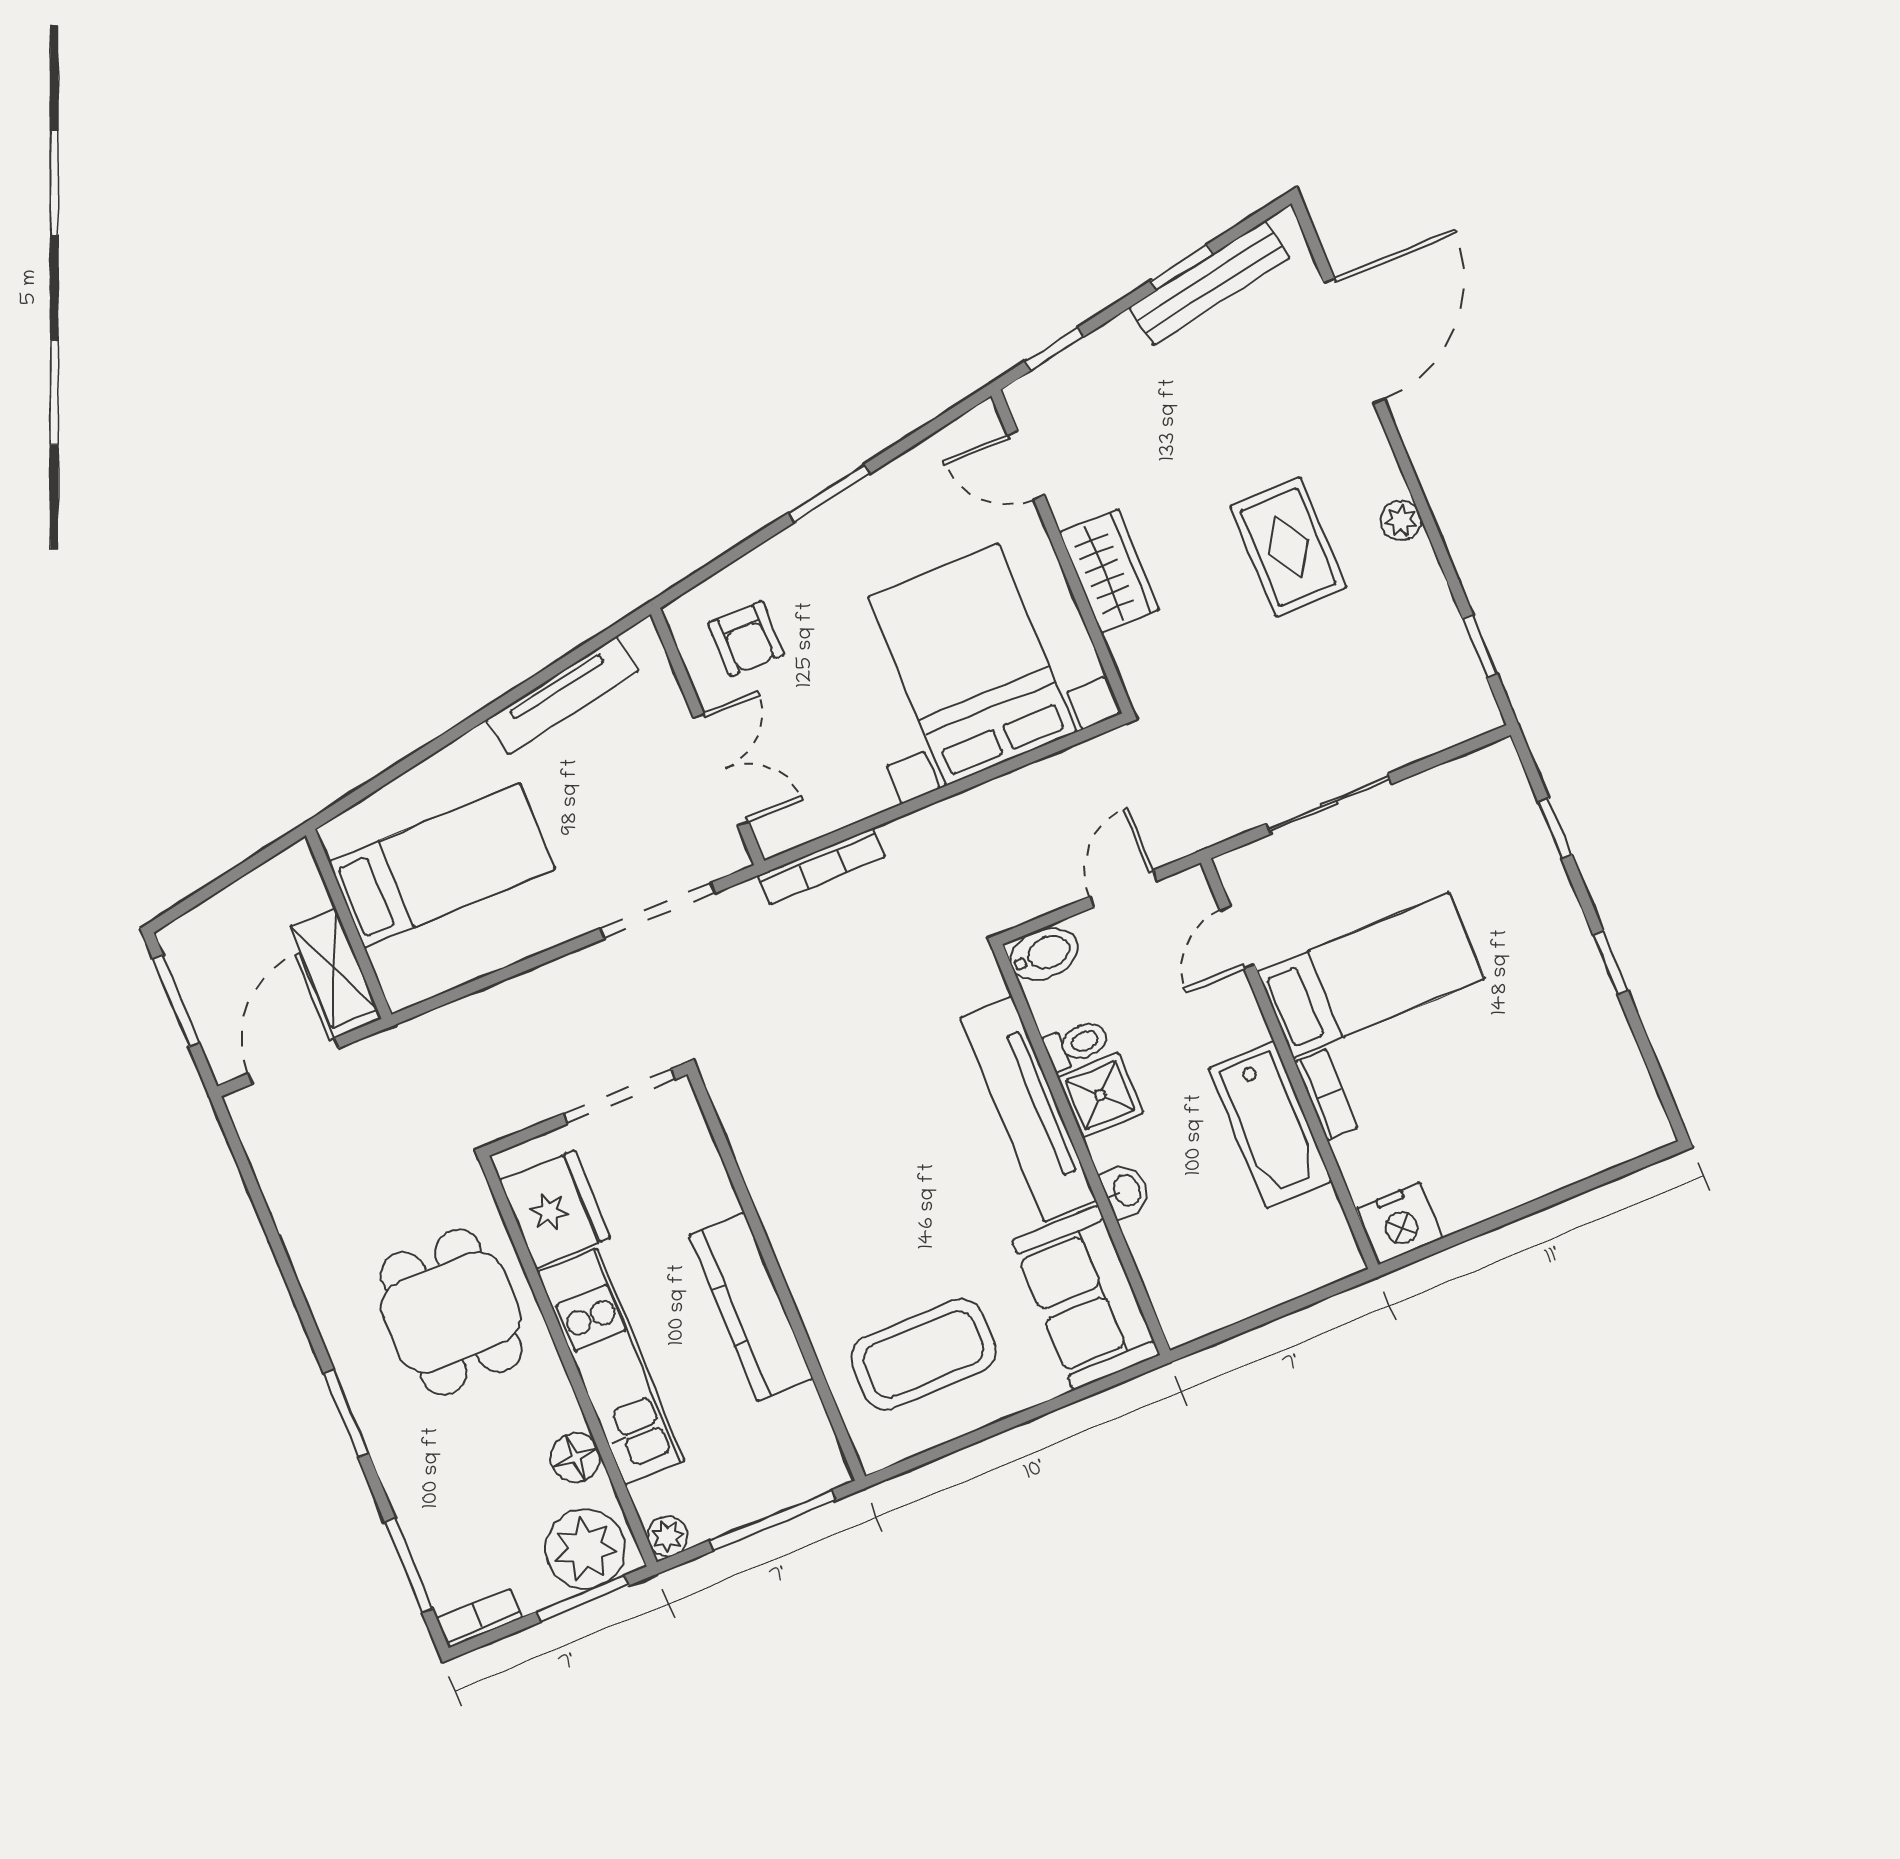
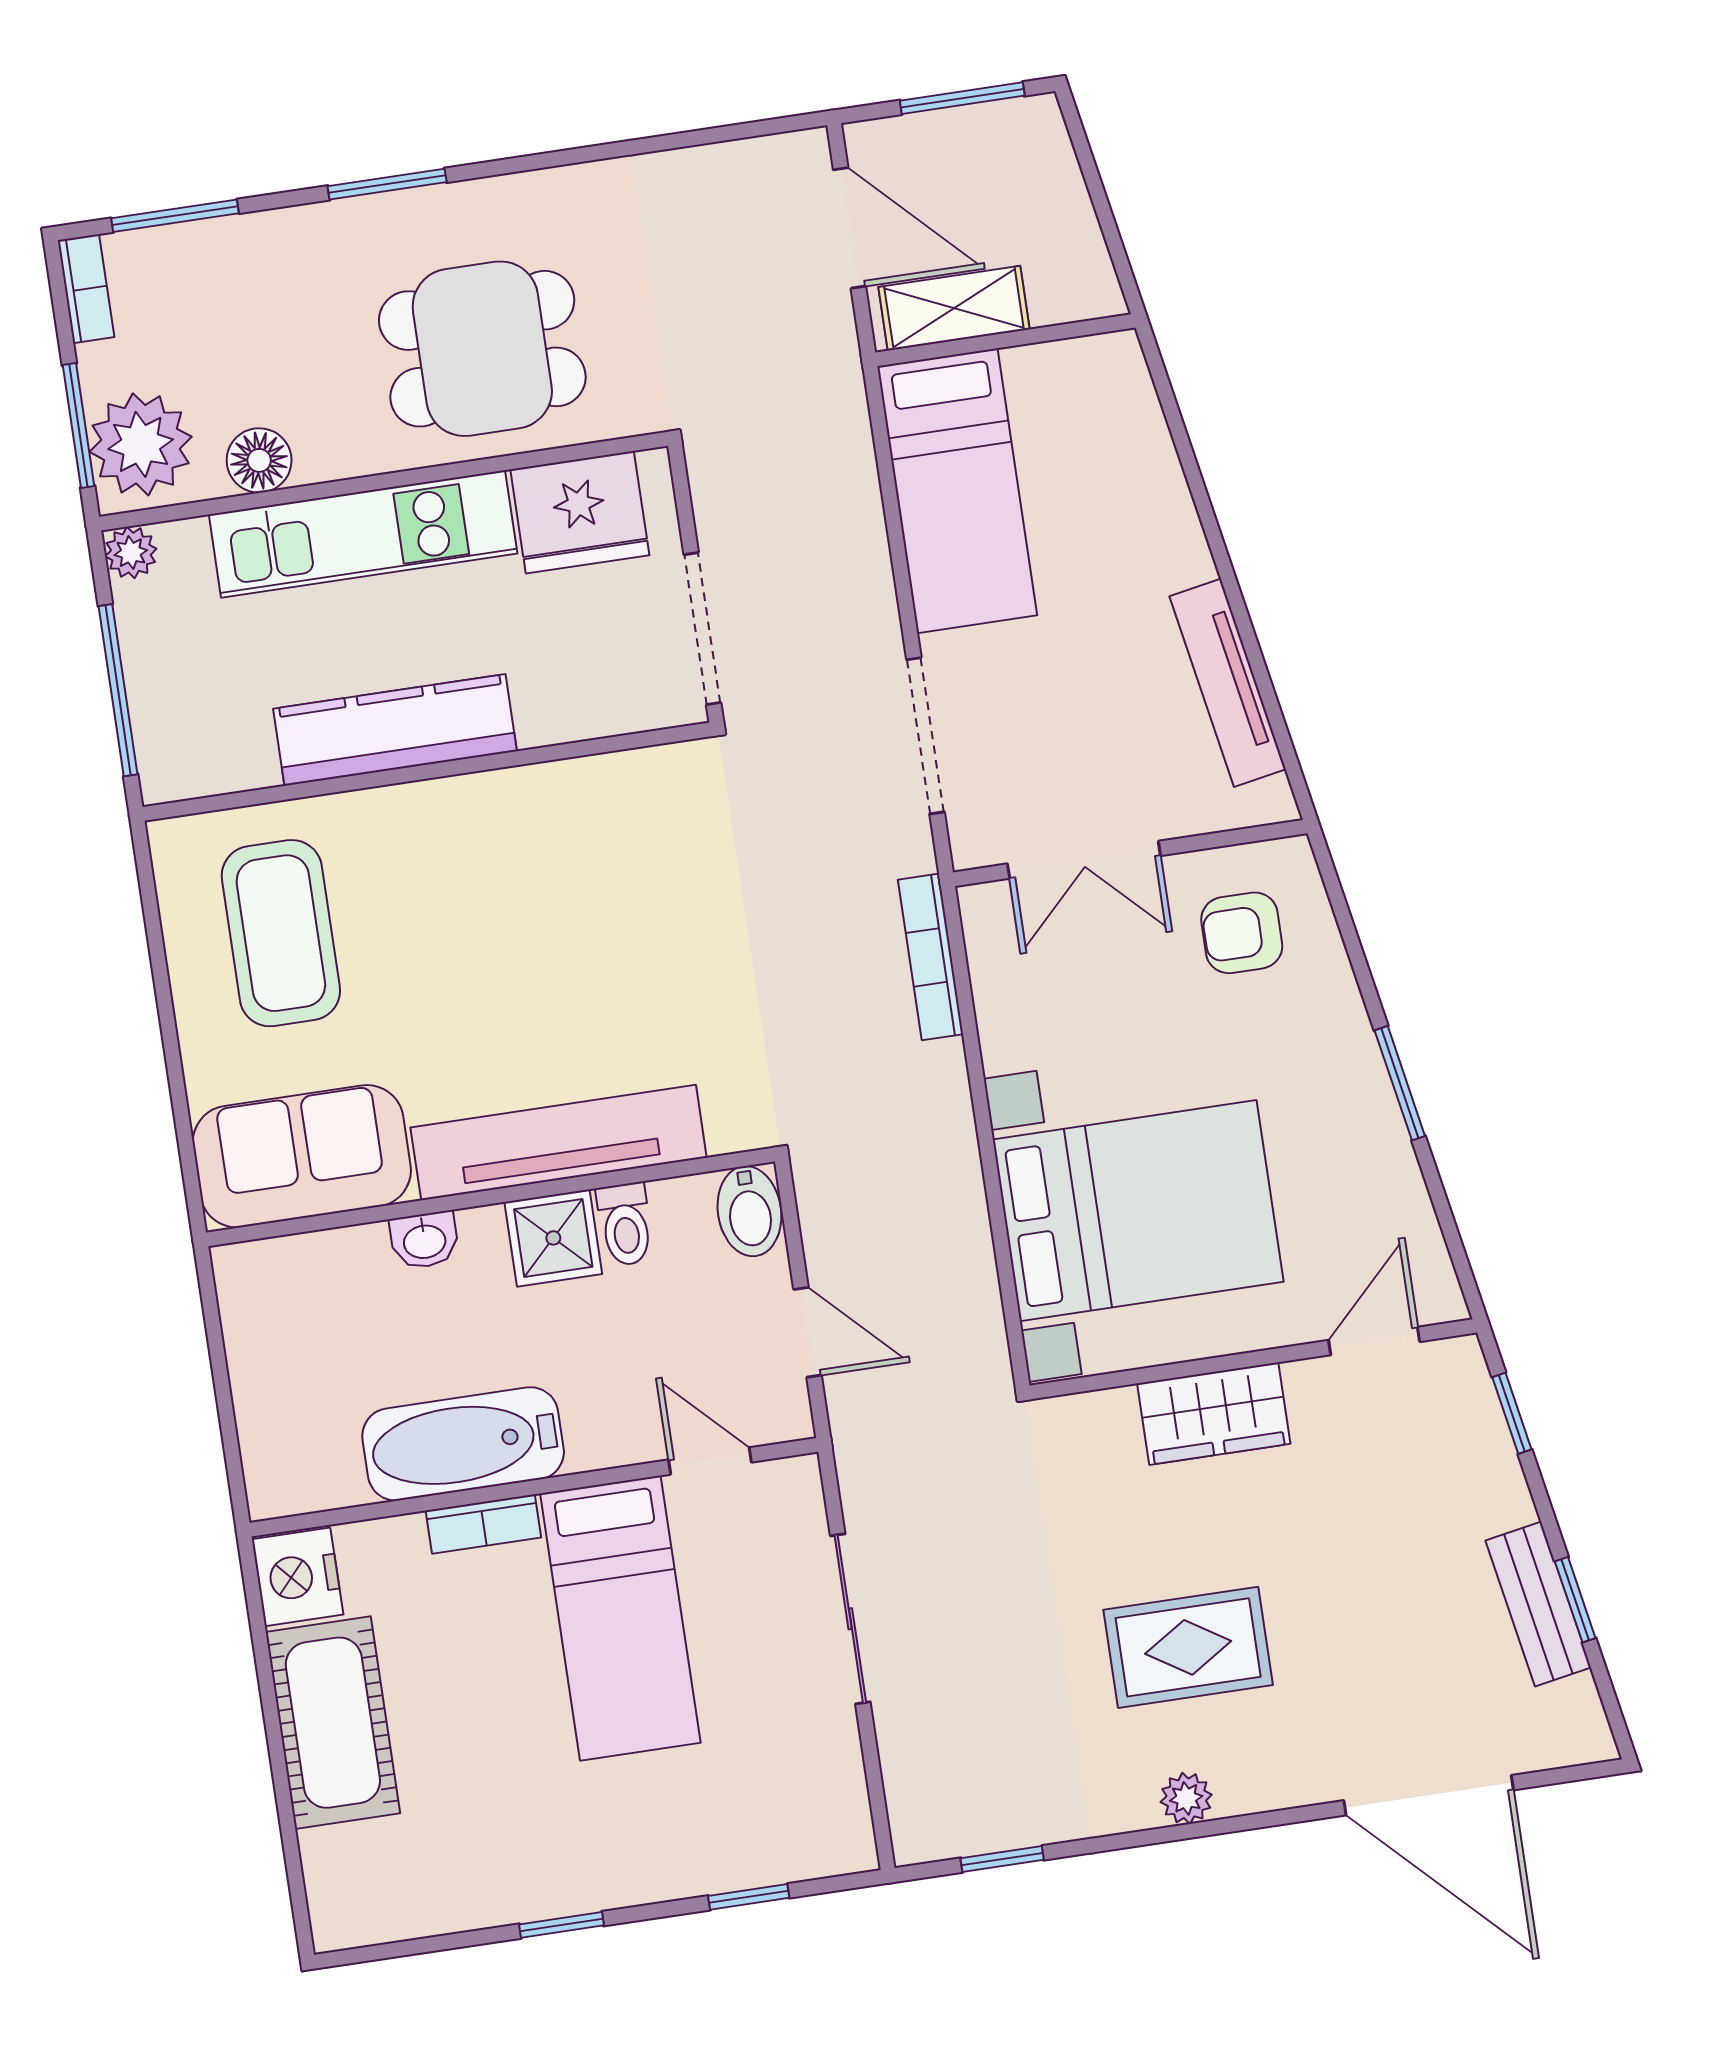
bench: (1209, 283) -> (1538, 1604), width x0.73
bed: (442, 865) -> (957, 491), moved
cot: (1502, 1170) -> (333, 1723), added

